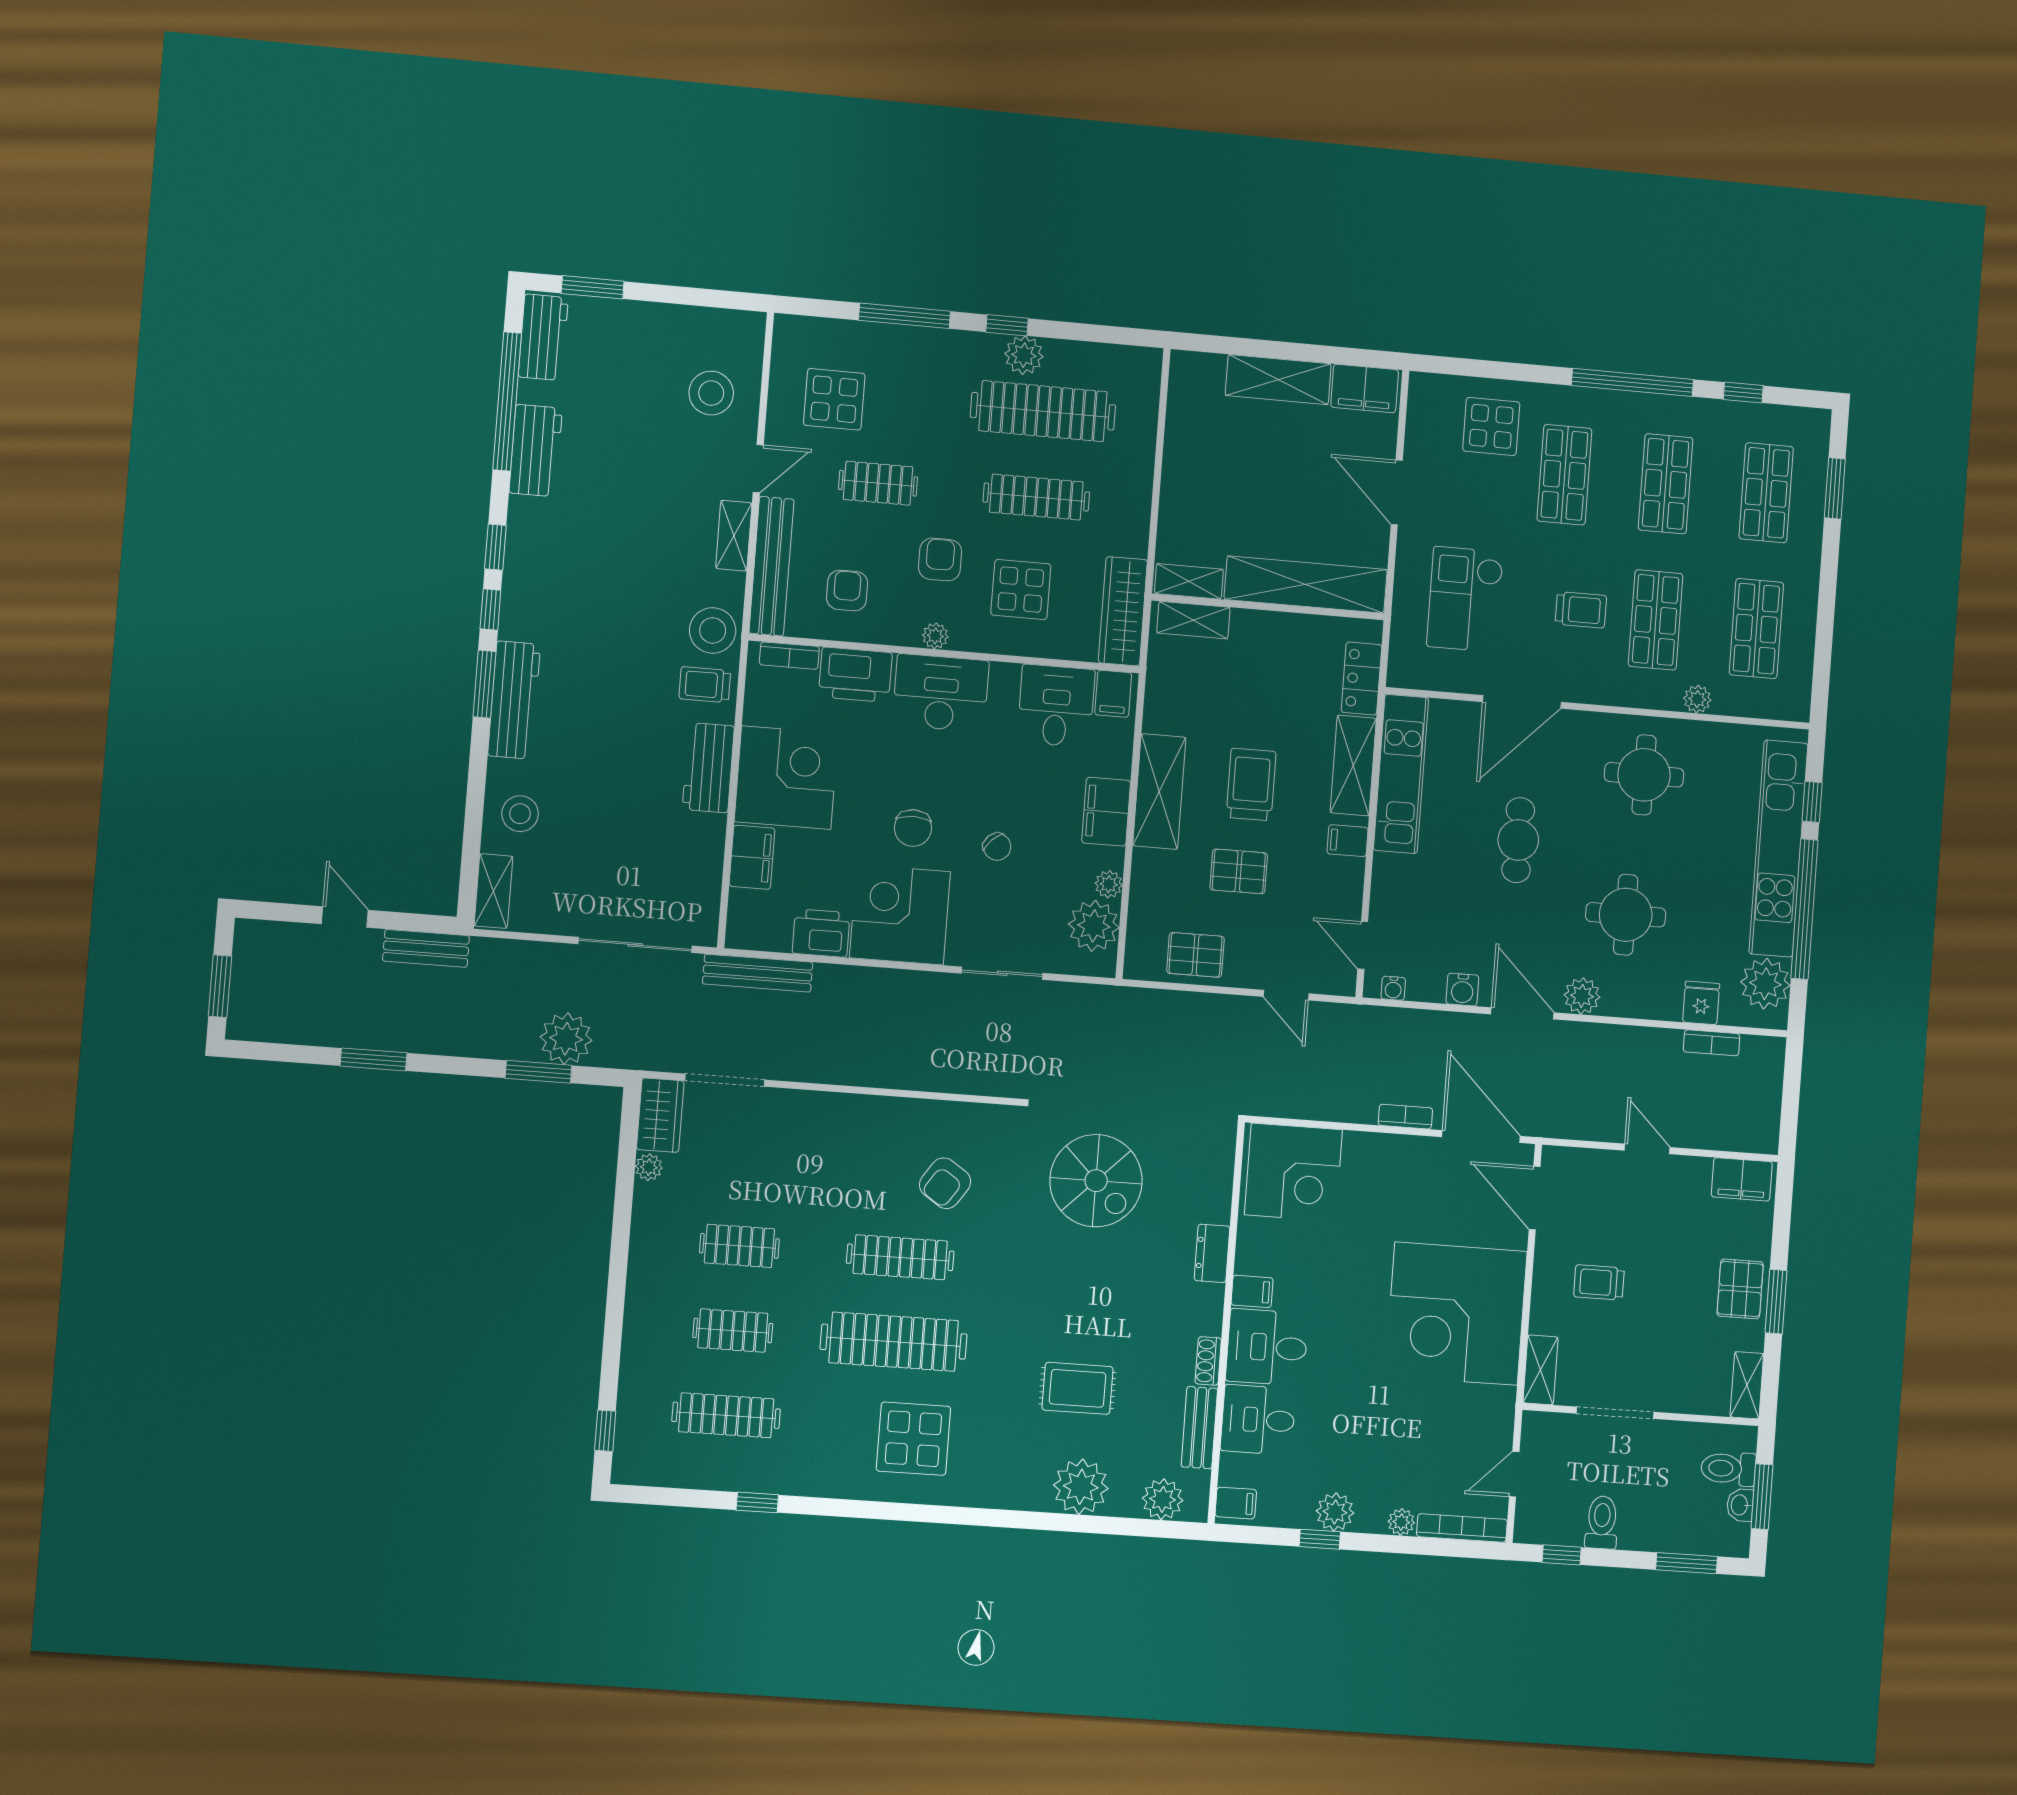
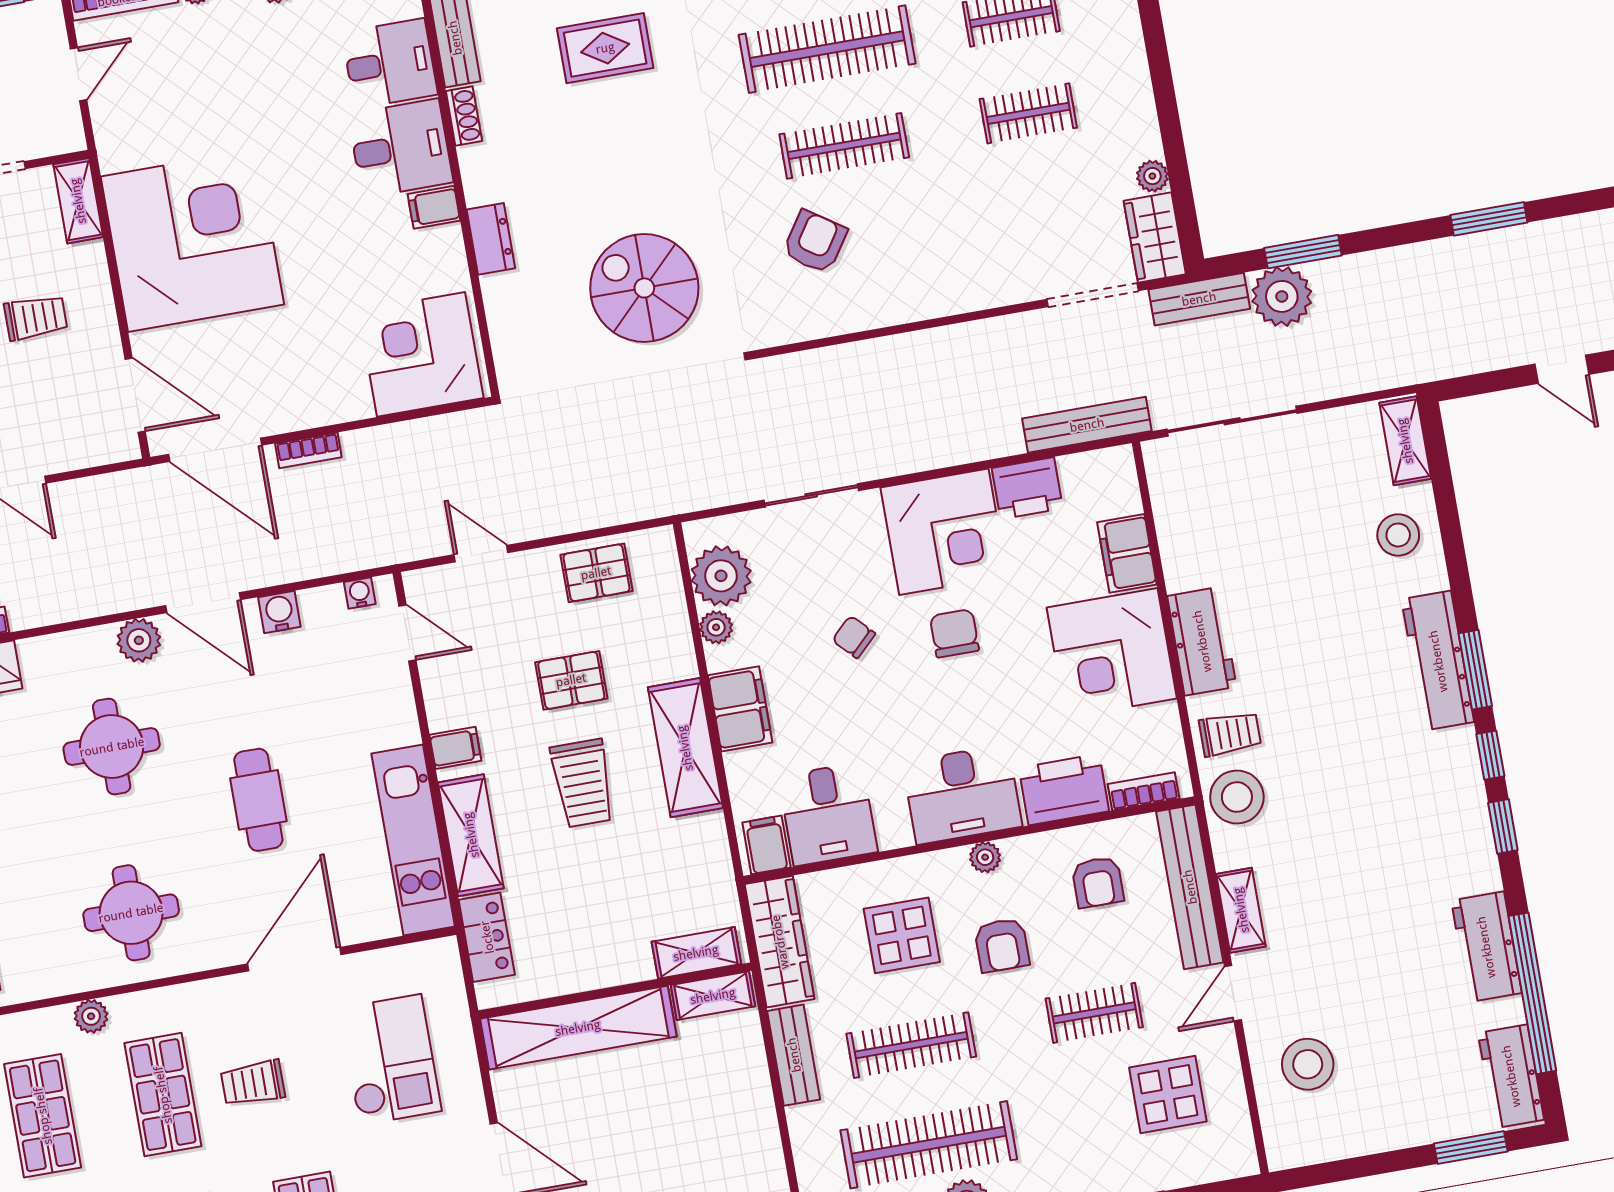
bench: (1135, 515) -> (794, 1055), added
bench: (426, 948) -> (1199, 299), moved

